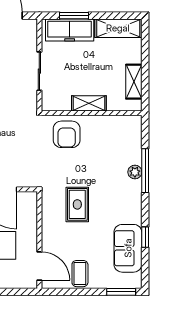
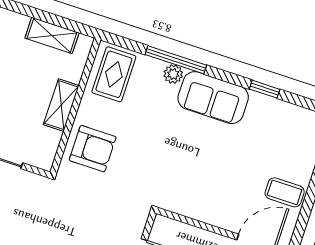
rug: (77, 204) -> (114, 74), moved, turned 90
sofa: (128, 248) -> (213, 98), moved

